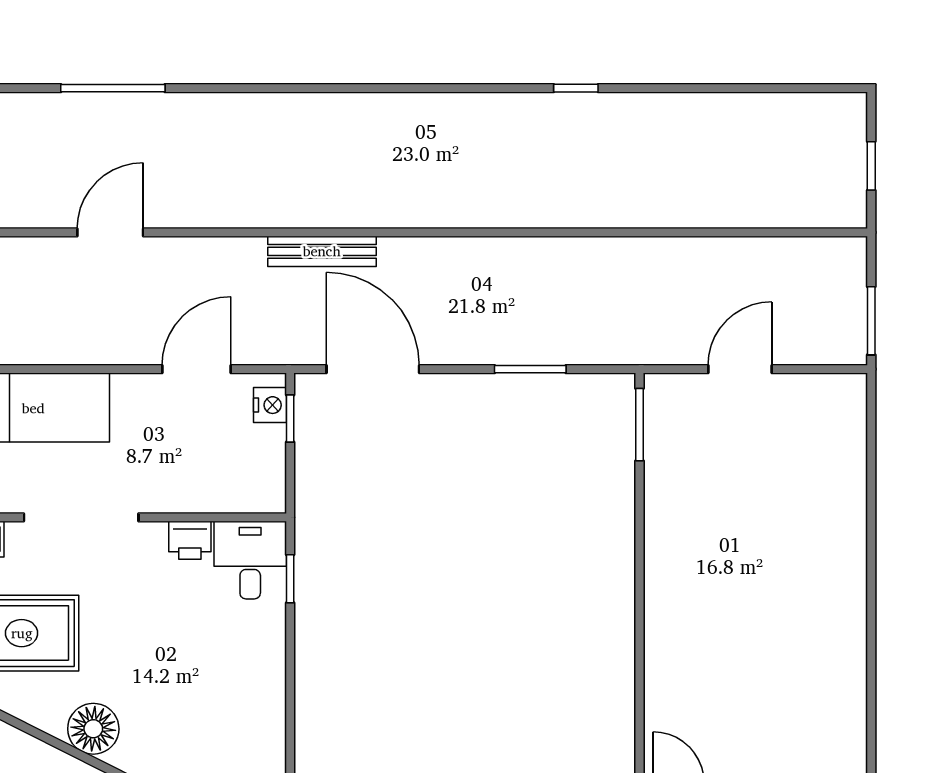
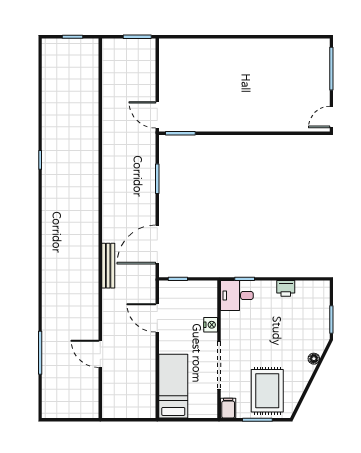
door: (740, 369) -> (157, 115), moved
nightstand: (270, 405) -> (211, 325), moved, turned 90
printer: (190, 540) -> (286, 288), moved, turned 90
floor lamp: (93, 729) -> (314, 359), width x0.53, depth x0.53

